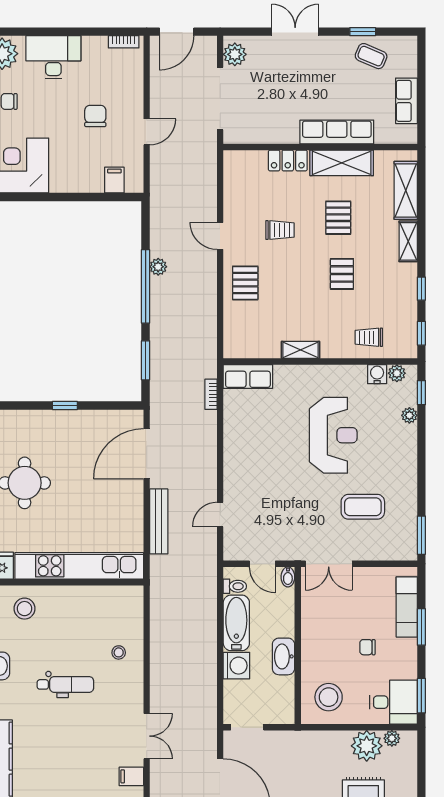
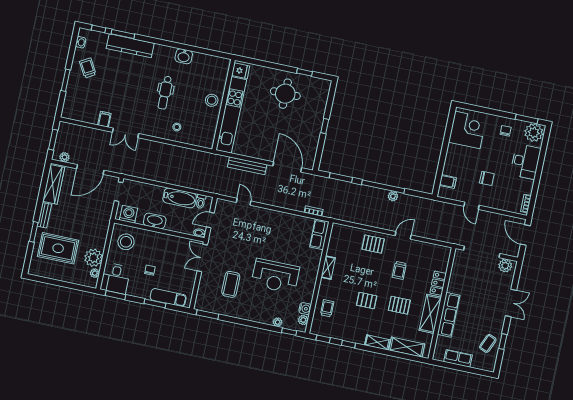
stool: (24, 609) -> (212, 100), moved
washing machine: (236, 666) -> (129, 214), moved, turned 180

